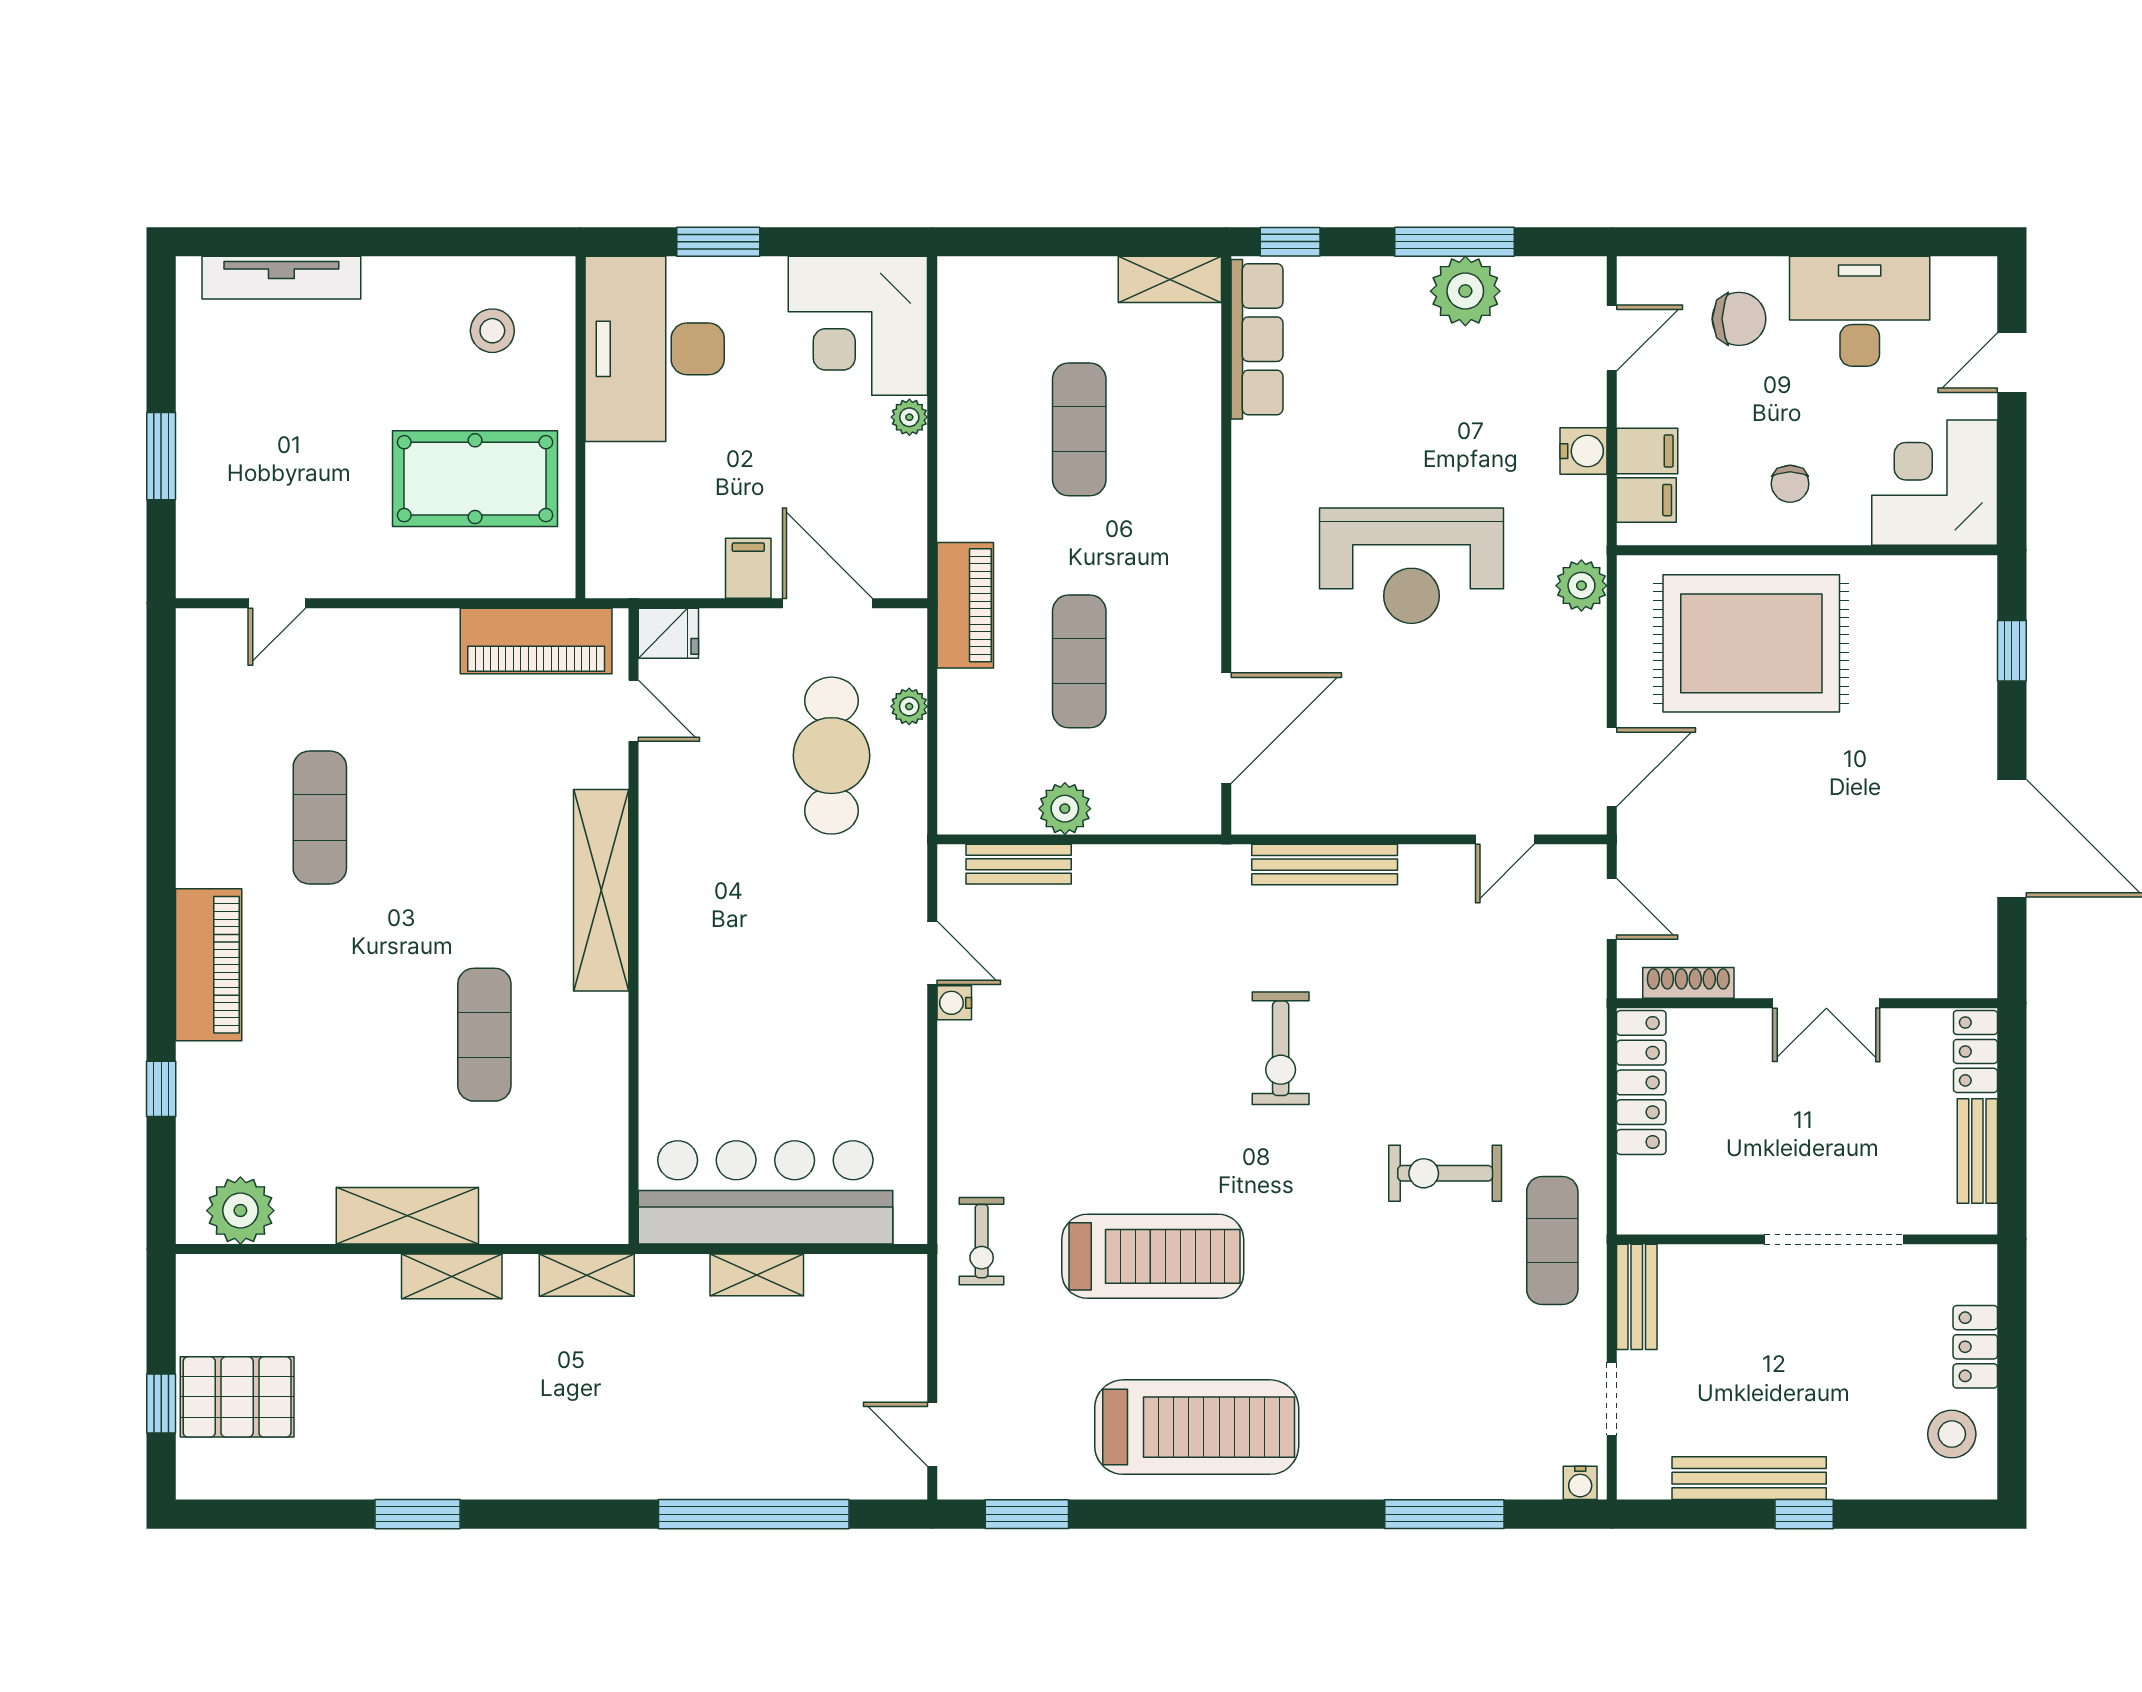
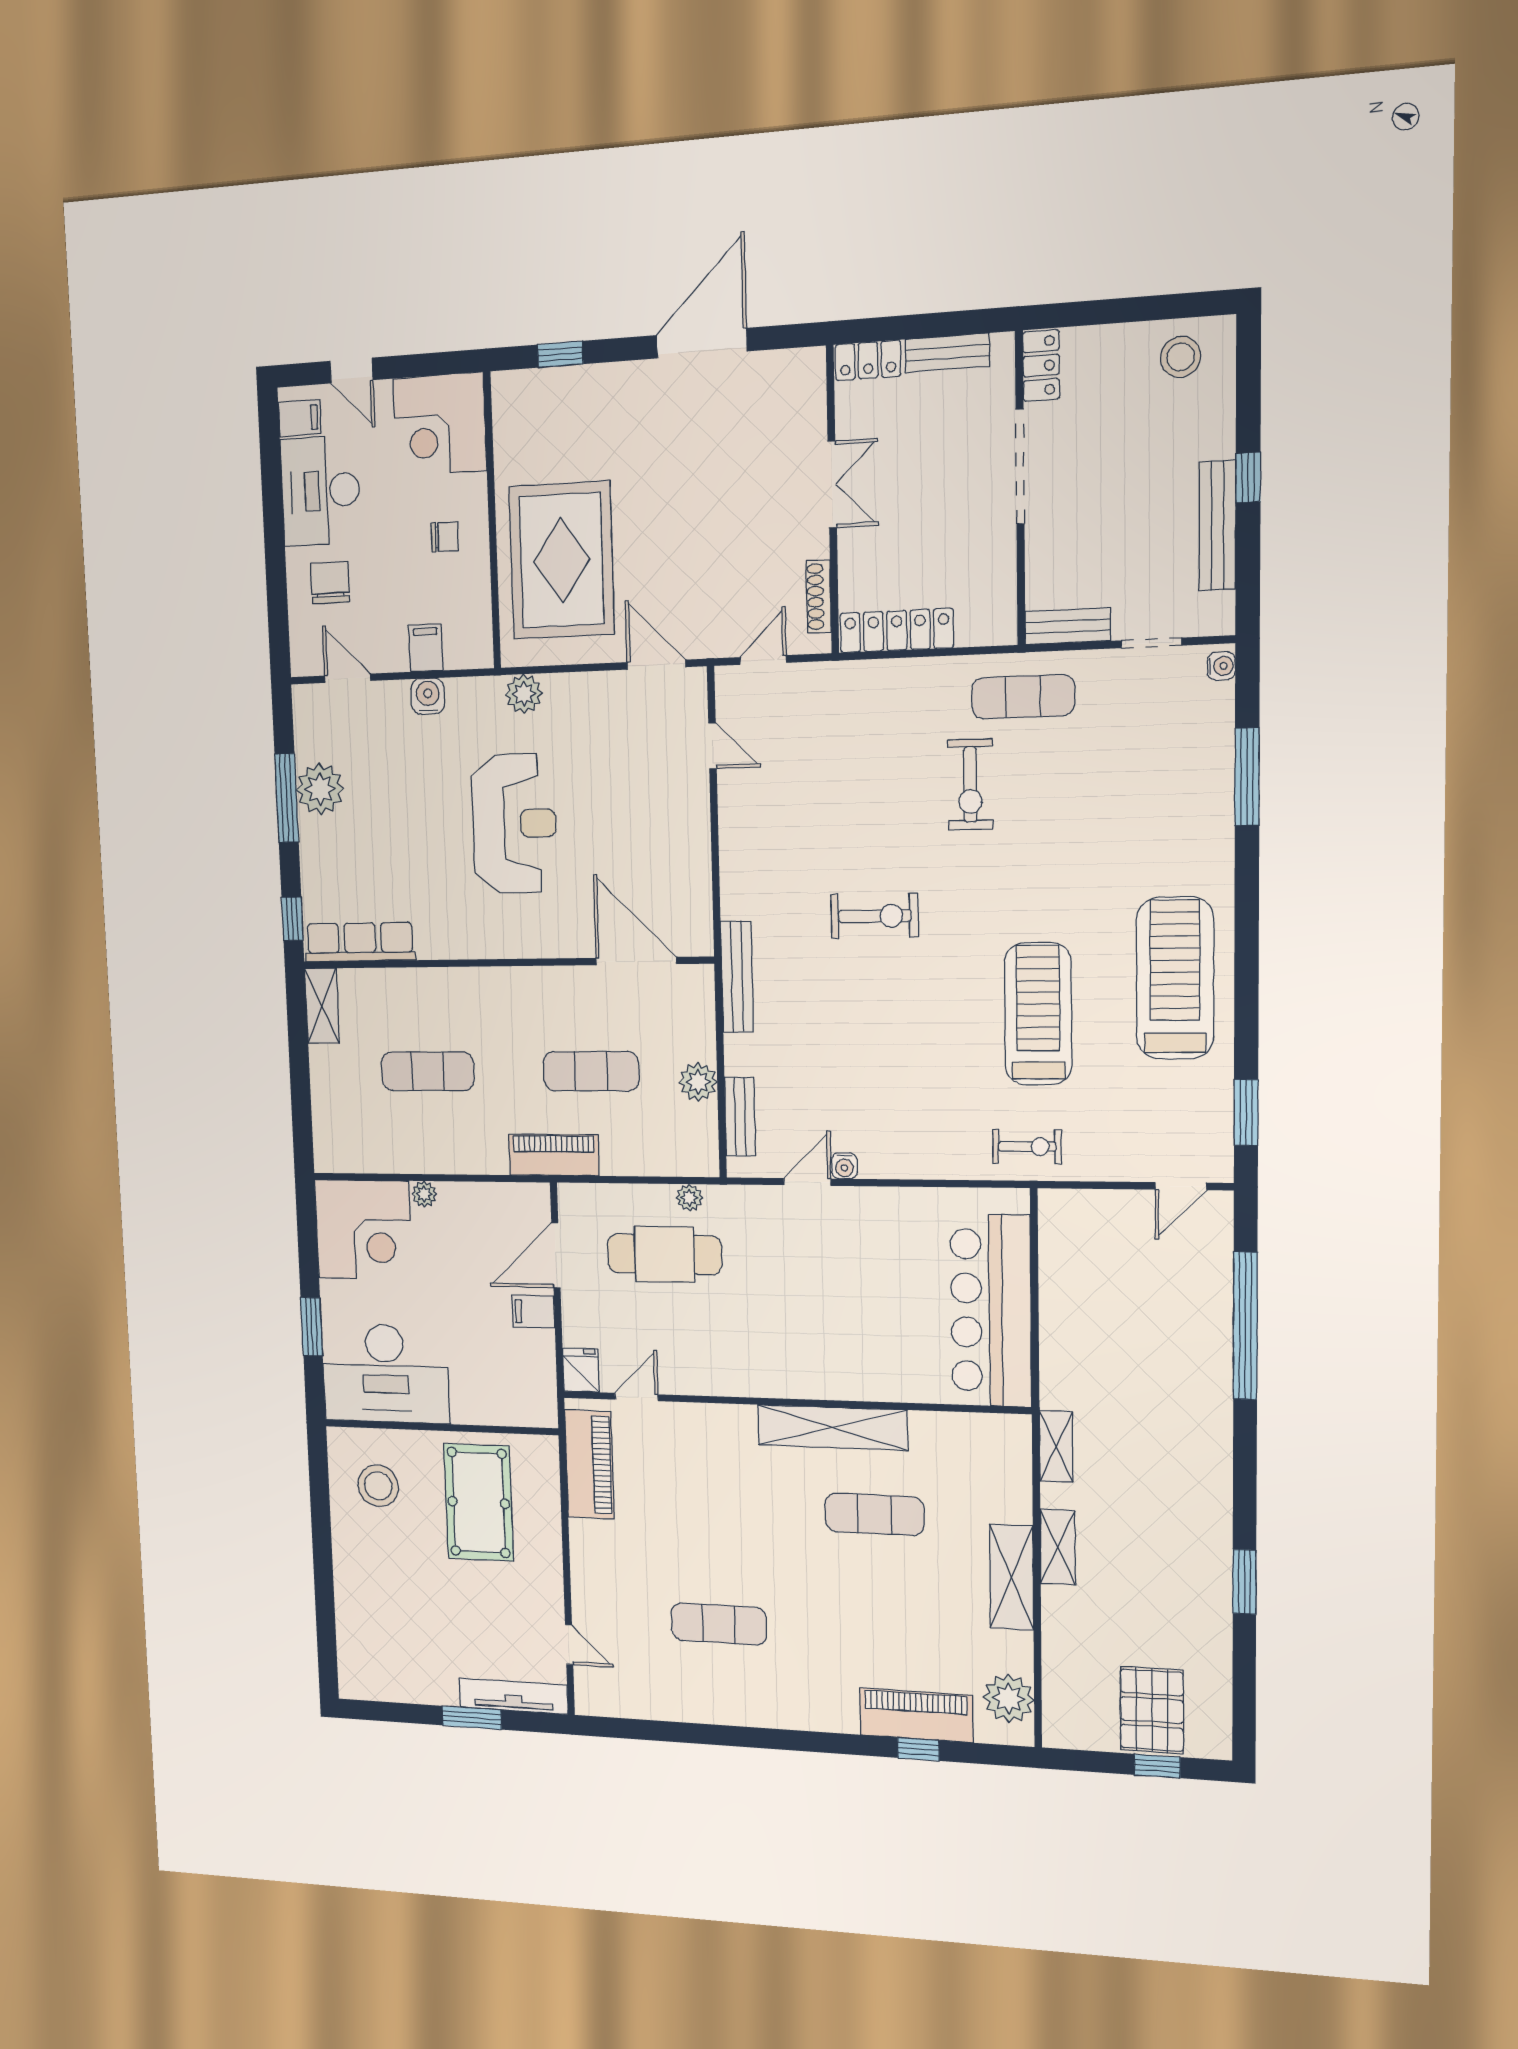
tv unit: (281, 278) -> (513, 1696), moved, turned -90
stool: (492, 331) -> (378, 1486), width x1.38, depth x1.38
filing cabinet: (1646, 500) -> (299, 418), moved, turned 90
plant: (909, 706) -> (689, 1198), moved
bench: (1325, 865) -> (737, 977), moved
shelving: (601, 890) -> (832, 1427), moved
piano: (209, 965) -> (916, 1715), moved
shelving: (757, 1275) -> (1055, 1319), removed
locker: (1975, 1347) -> (1041, 366), moved, turned -90

